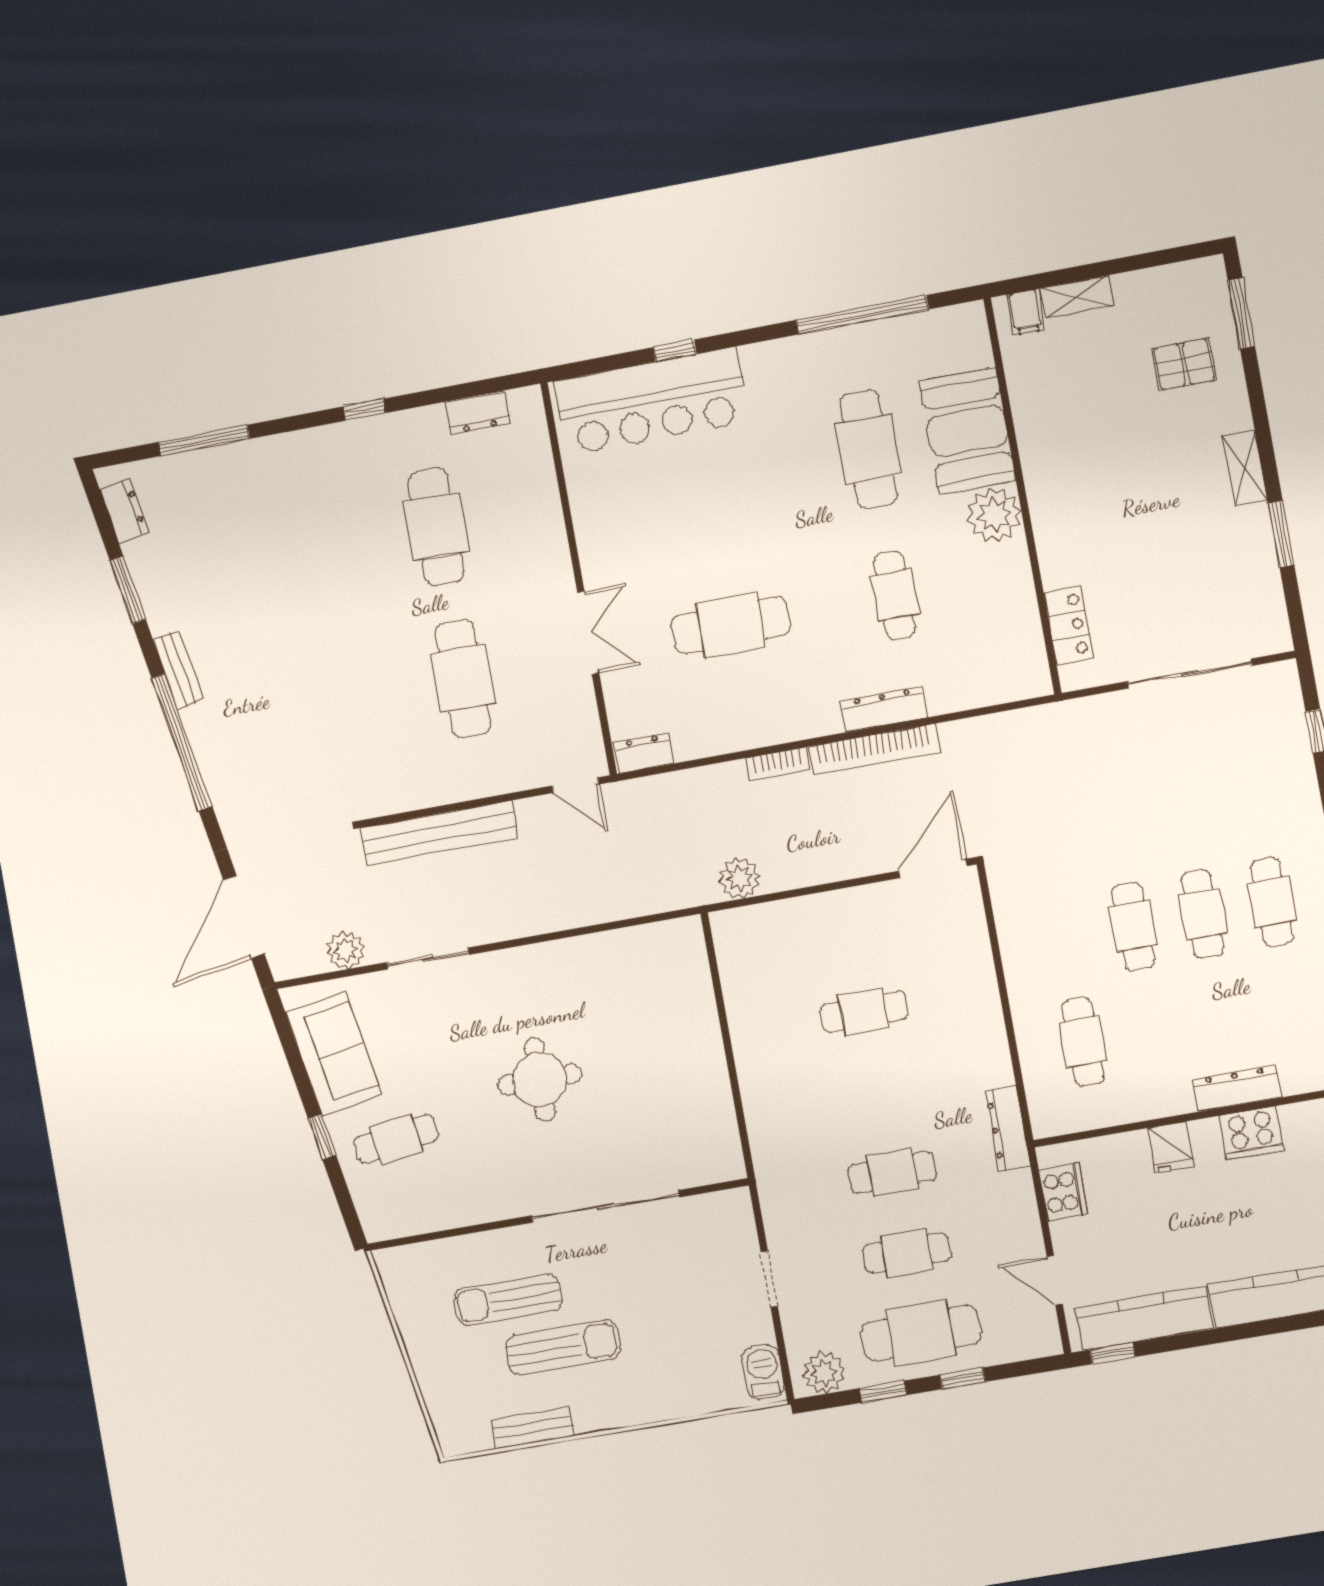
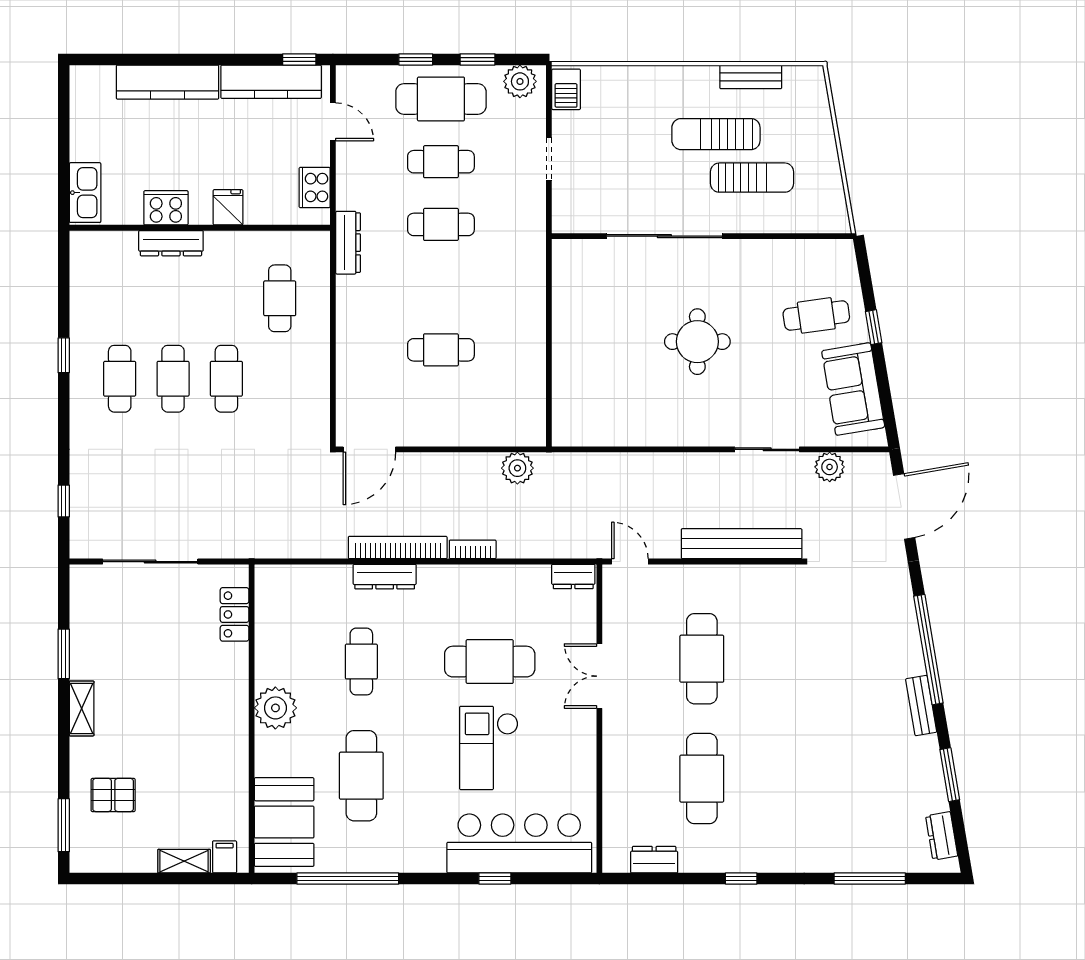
booth: (968, 431) -> (284, 822), moved
checkout: (712, 515) -> (489, 748), added

